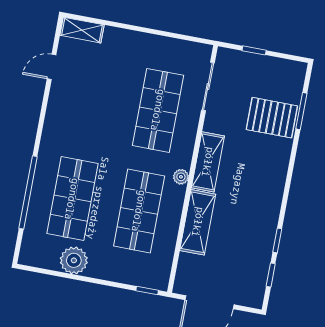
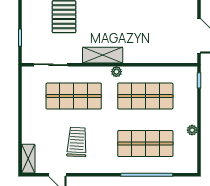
trolley: (92, 103) -> (77, 142), added
shelving: (198, 222) -> (146, 54), removed
plant: (74, 260) -> (192, 130), width x0.53, depth x0.53

